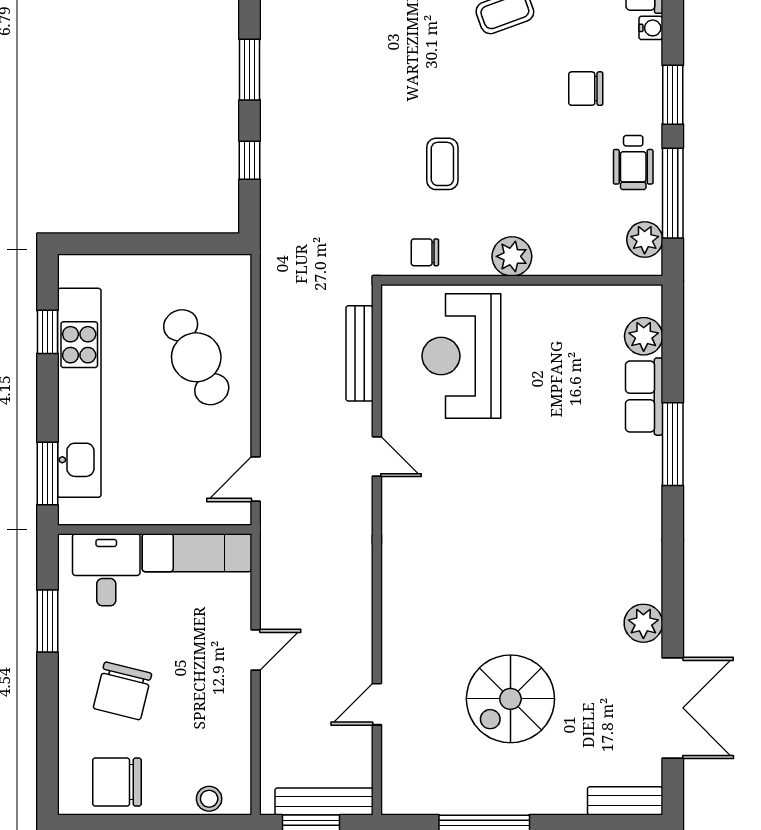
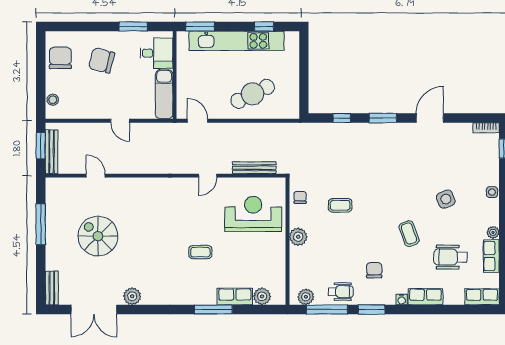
wheelchair: (633, 162) -> (341, 292), turned 180
coffee table: (546, 473) -> (200, 252), added

